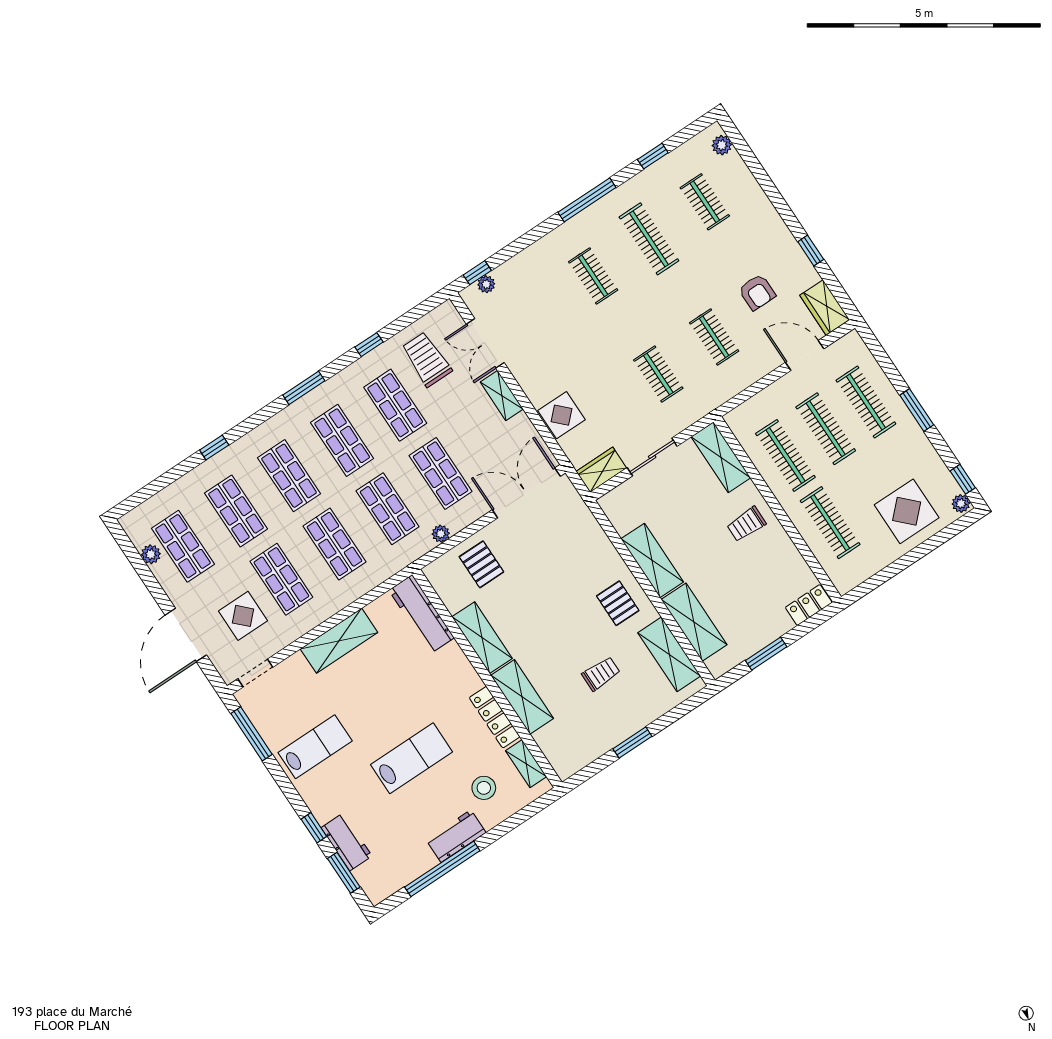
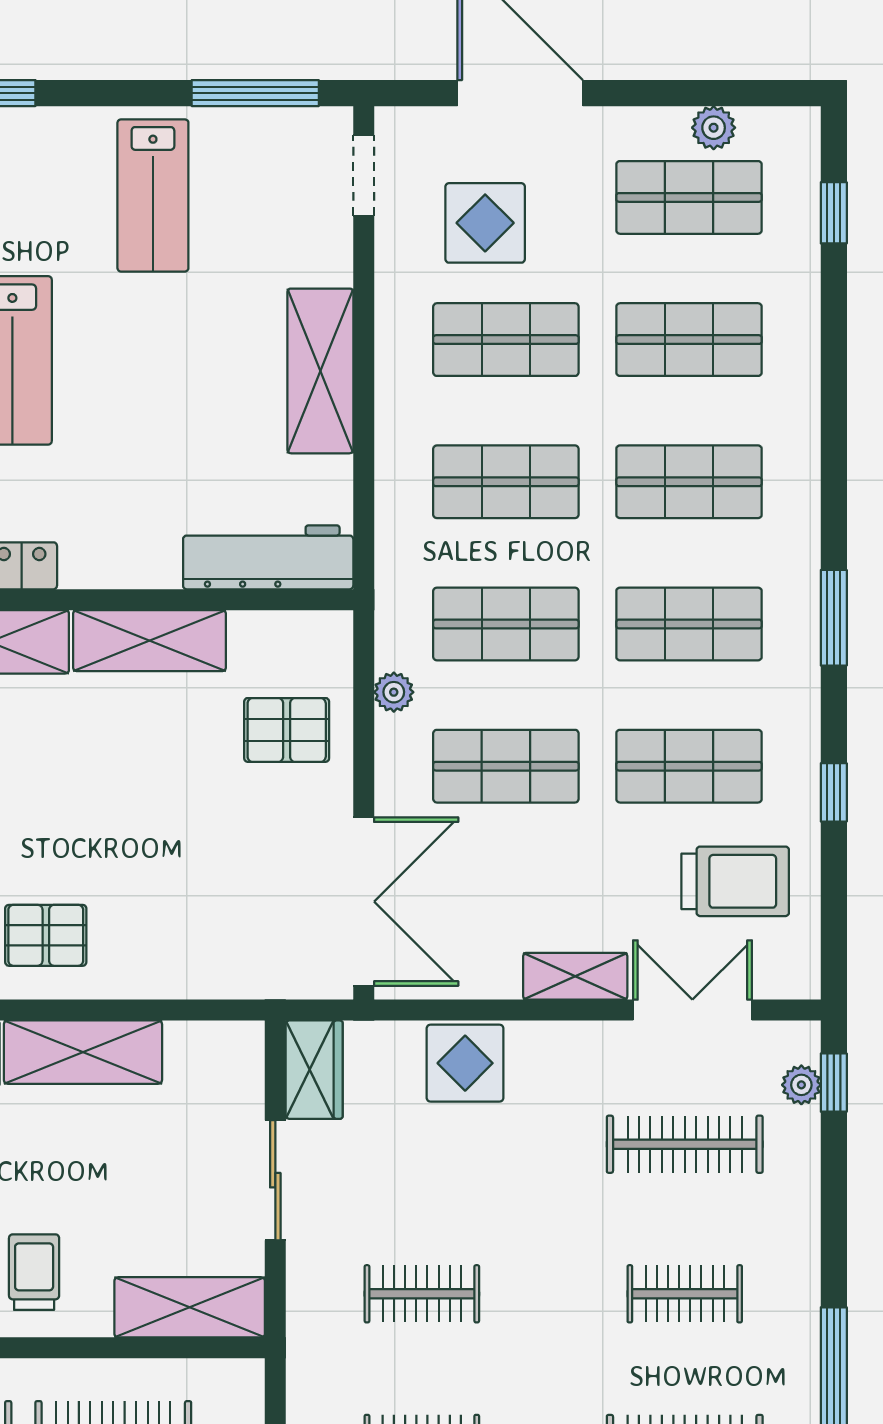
clothes rail: (537, 313) -> (685, 1144), added
window: (214, 448) -> (834, 213), moved

